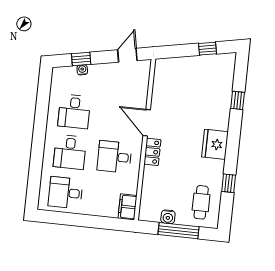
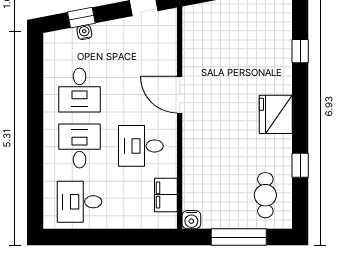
desk: (70, 152) -> (80, 146), turned 180
locker: (152, 152) -> (192, 134), removed
filing cabinet: (128, 207) -> (166, 195), moved
water cooler: (168, 217) -> (191, 220), moved

